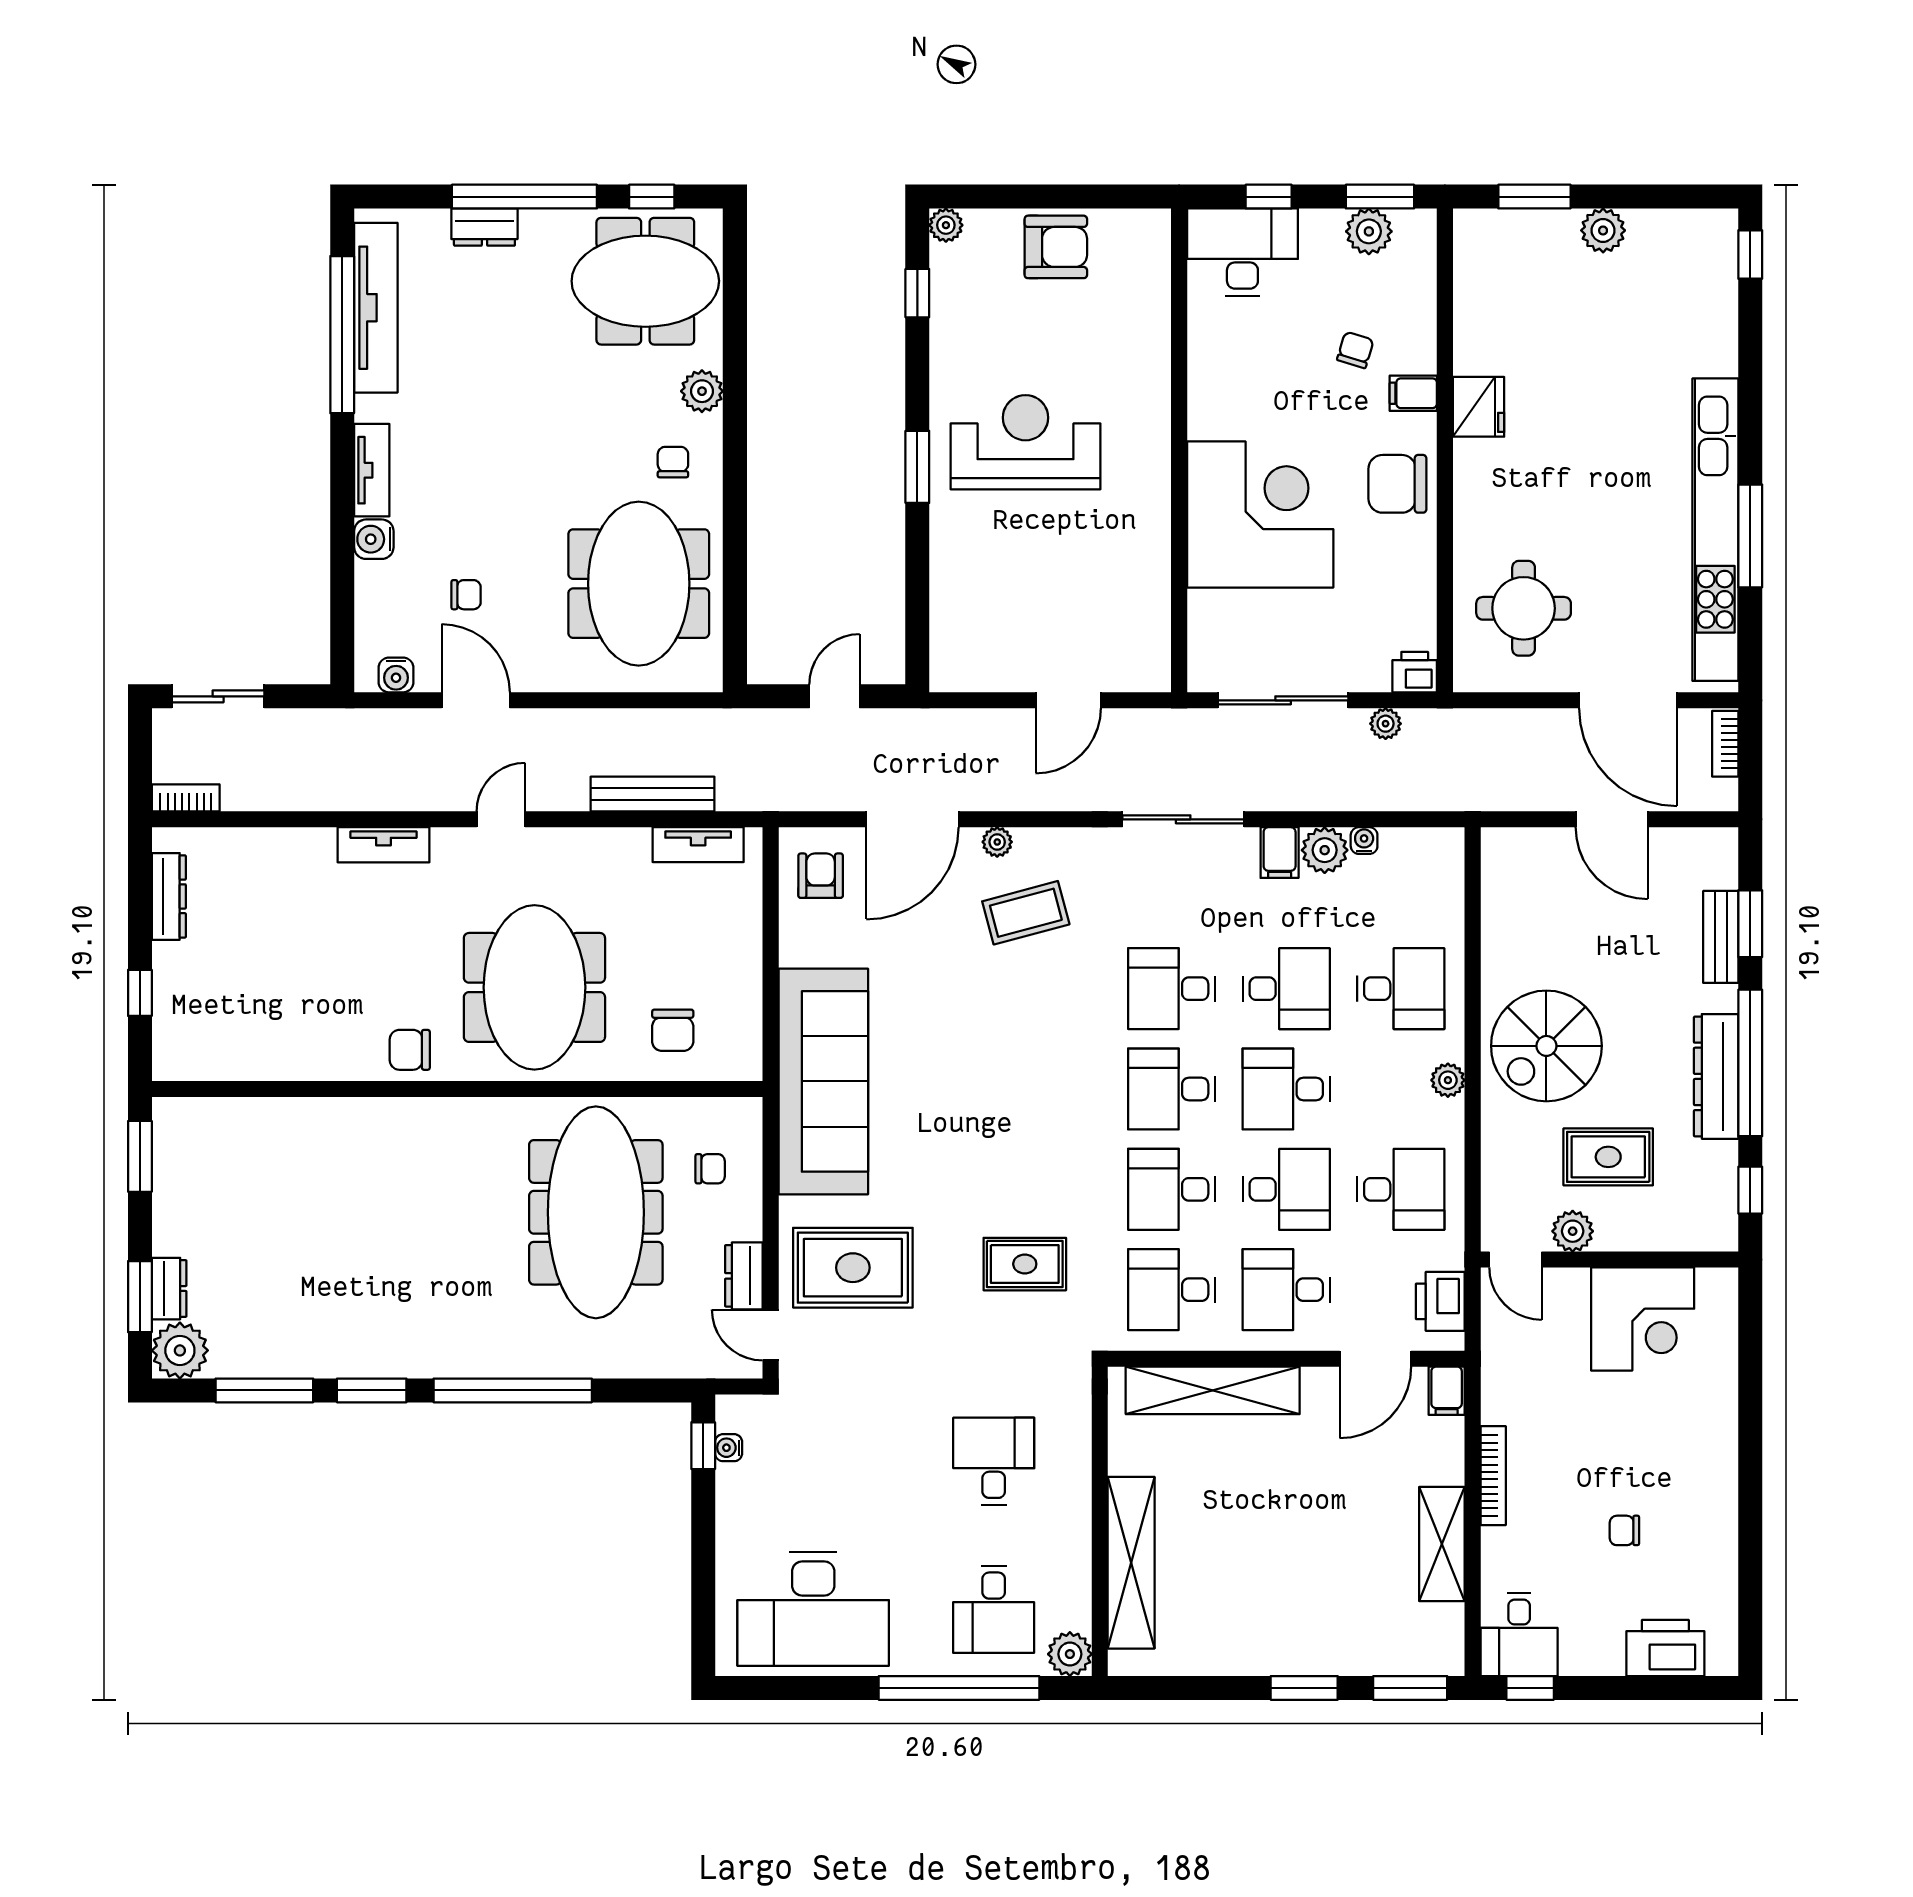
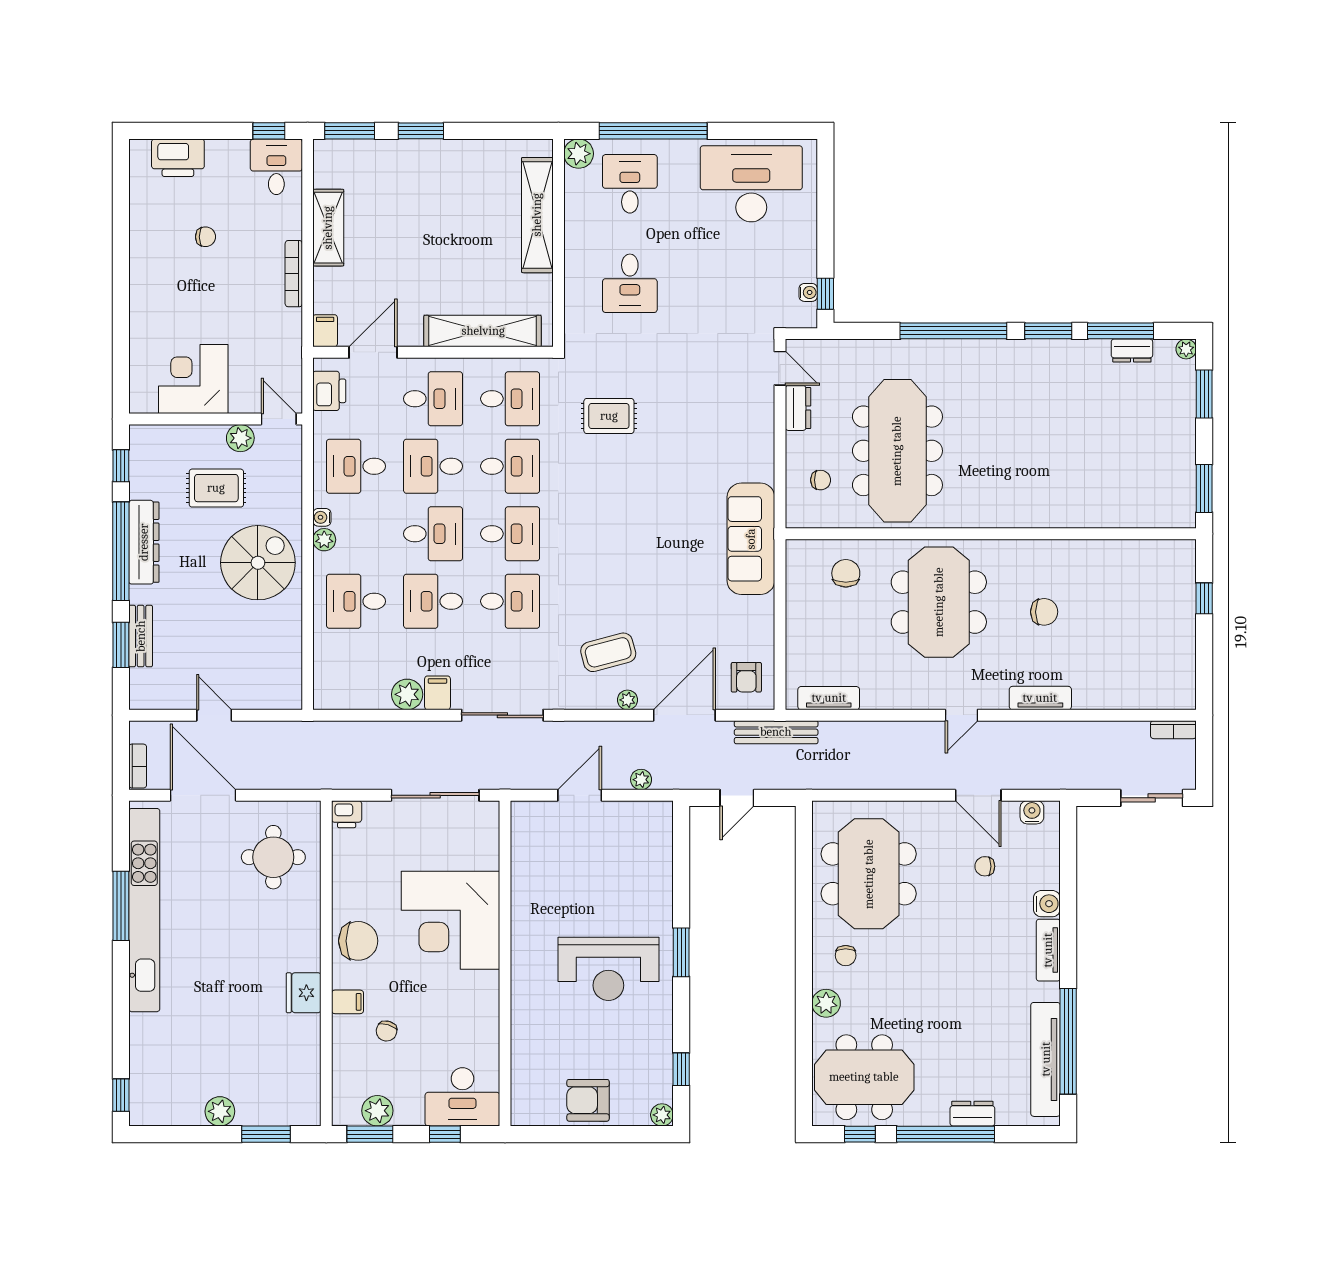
plant: (1386, 724) -> (641, 780), moved
bench: (652, 794) -> (776, 732), moved
door: (1612, 819) -> (214, 715), width x0.73
water cooler: (1364, 841) -> (322, 517), moved, turned 90
dresser: (169, 896) -> (1185, 663), removed
chair: (410, 1050) -> (1044, 612), moved
sofa: (823, 1081) -> (751, 539), width x0.74, depth x0.79
chair: (710, 1169) -> (821, 480), turned 180
rug: (853, 1268) -> (725, 414), removed
dresser: (169, 1289) -> (1132, 351), moved, turned -90
plant: (180, 1350) -> (1186, 349), width x0.53, depth x0.53

